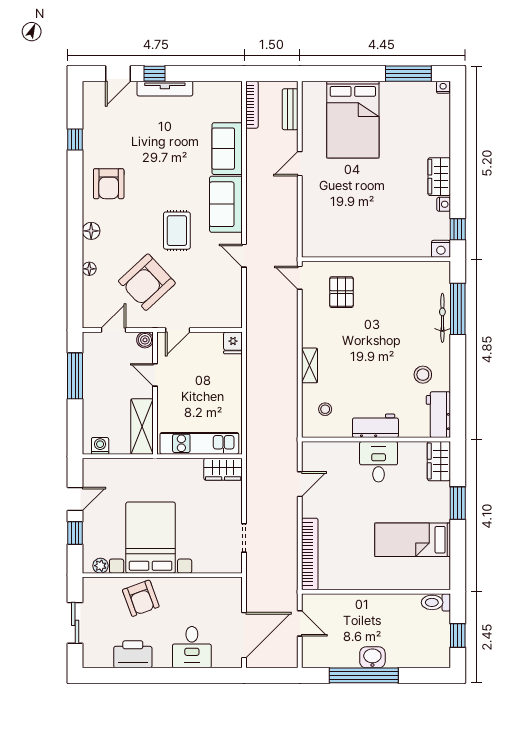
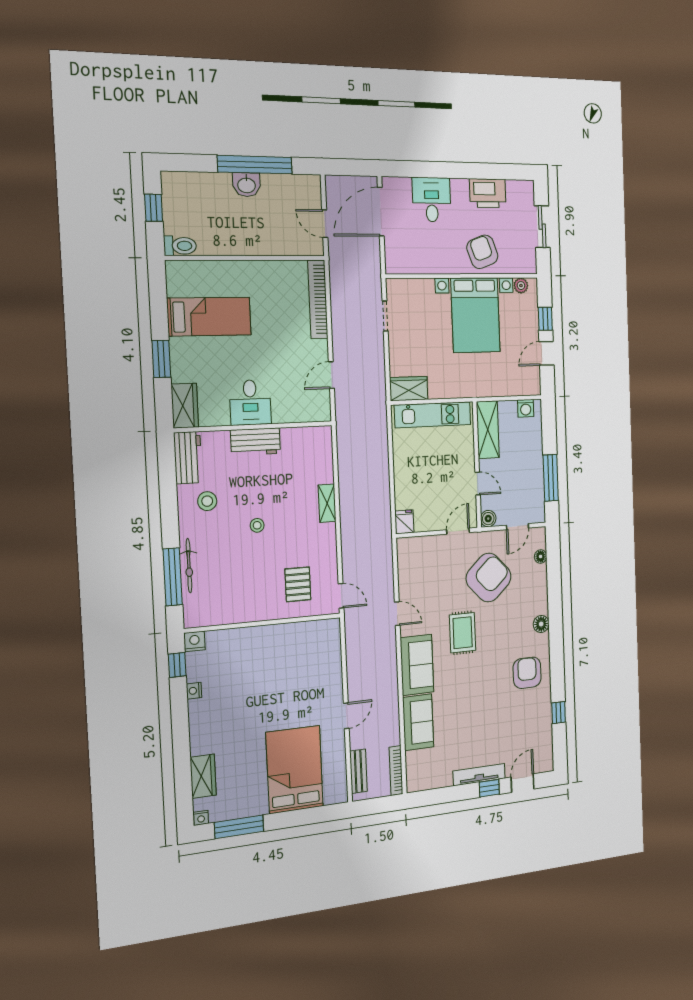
wardrobe: (439, 177) -> (203, 776), moved
floor lamp: (89, 269) -> (541, 556), moved
stool: (325, 409) -> (257, 525), moved

